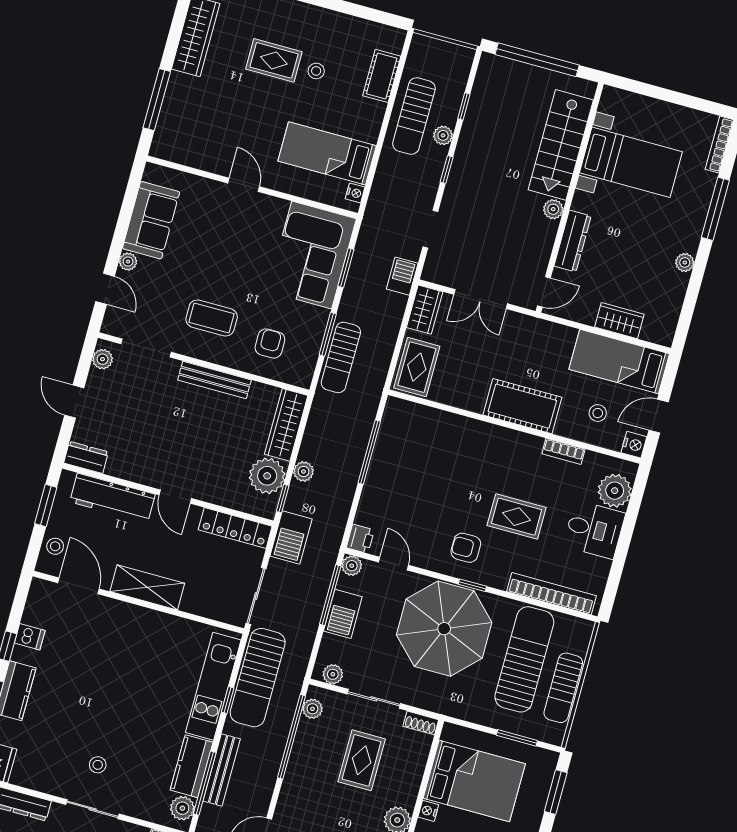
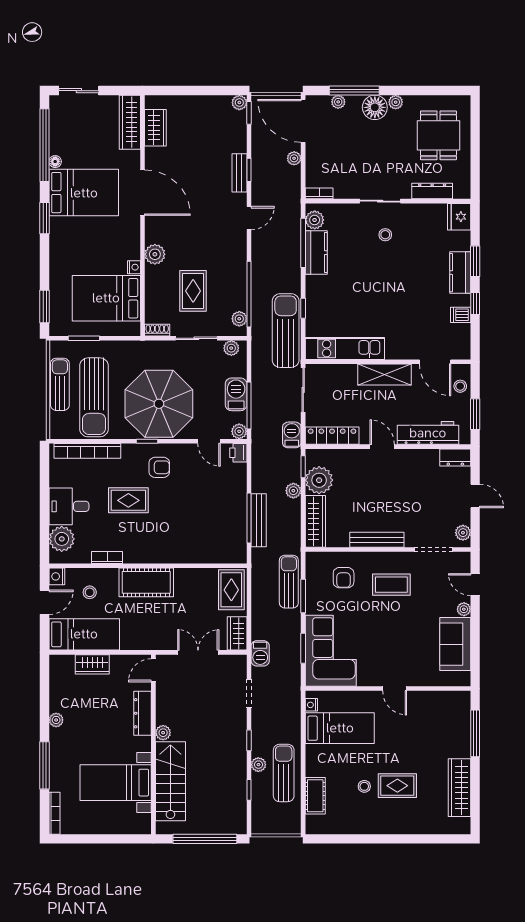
barbecue: (291, 537) -> (292, 435), width x0.73, depth x0.79
kitchen unit: (213, 686) -> (345, 348), moved, turned -90
bench: (222, 770) -> (259, 520), moved

